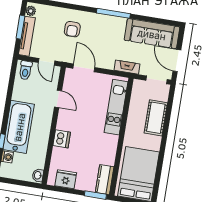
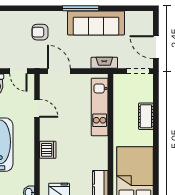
armchair: (72, 29) -> (40, 32), turned 90
sofa: (152, 34) -> (96, 23), moved
cot: (156, 118) -> (146, 116), width x0.73, depth x0.75

